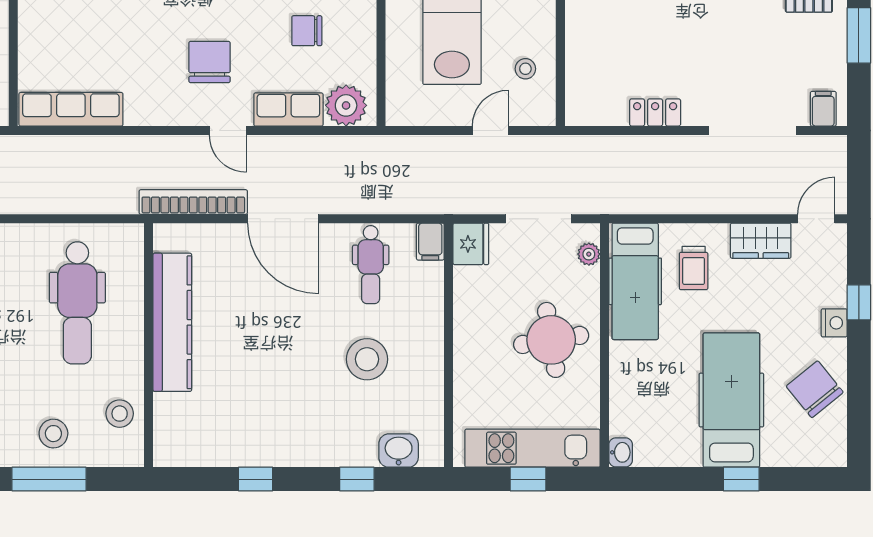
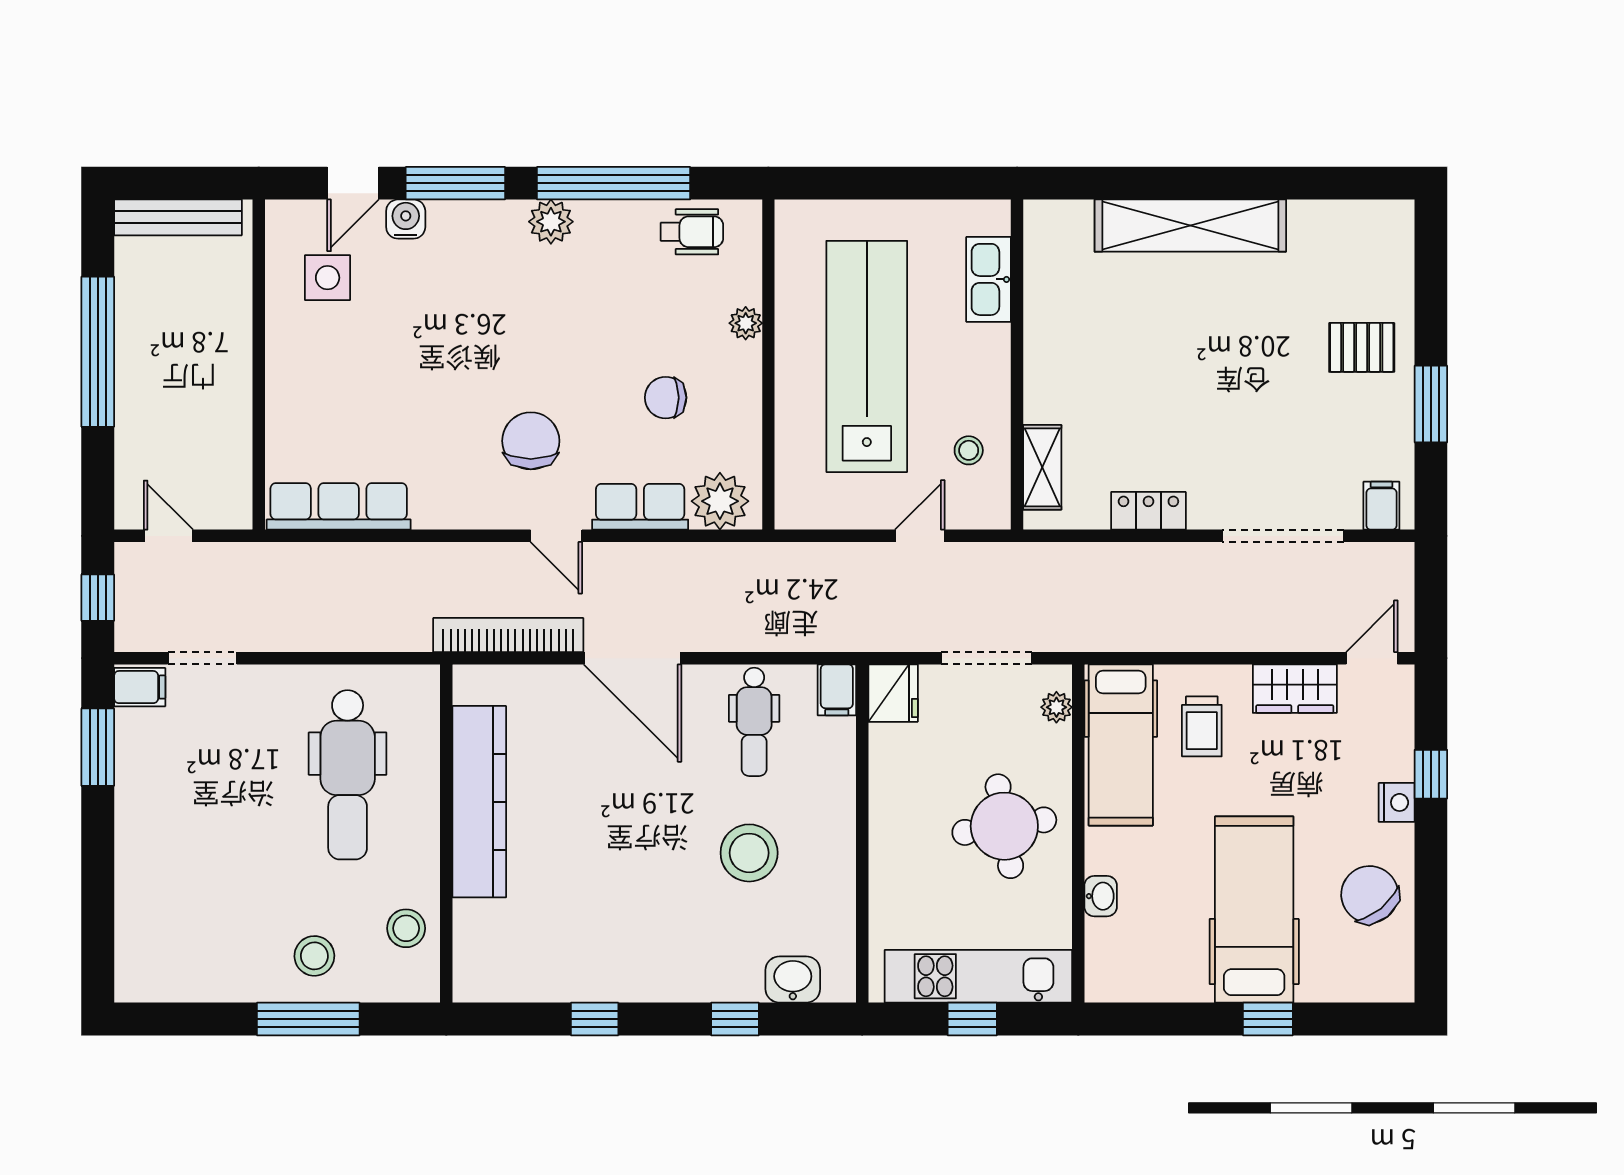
shelving: (579, 81) -> (1042, 467), added
washbasin: (621, 452) -> (1101, 896), moved

